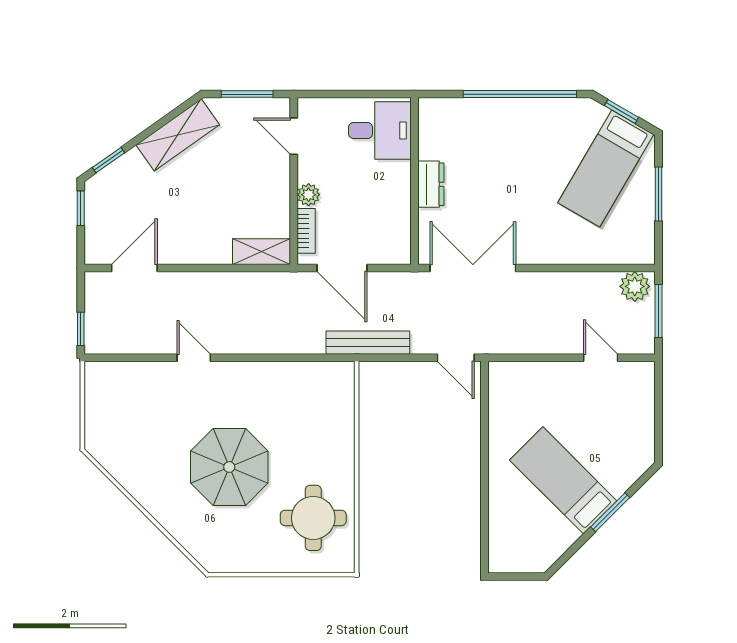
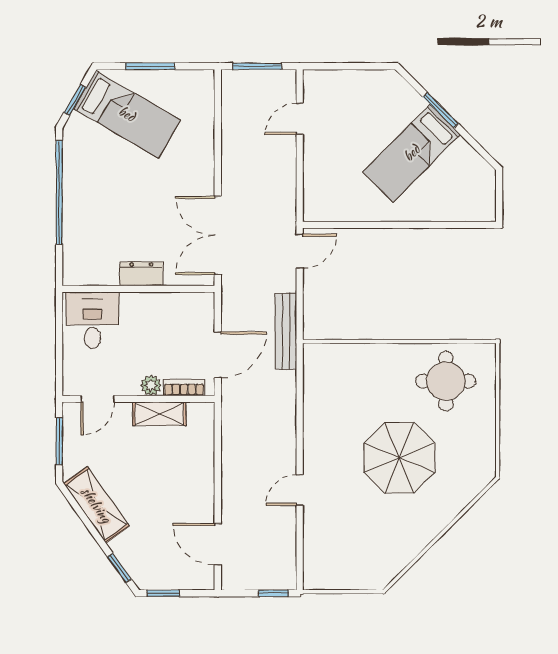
shelving: (261, 252) -> (159, 414), moved, turned 90
plant: (635, 286) -> (235, 88), removed

